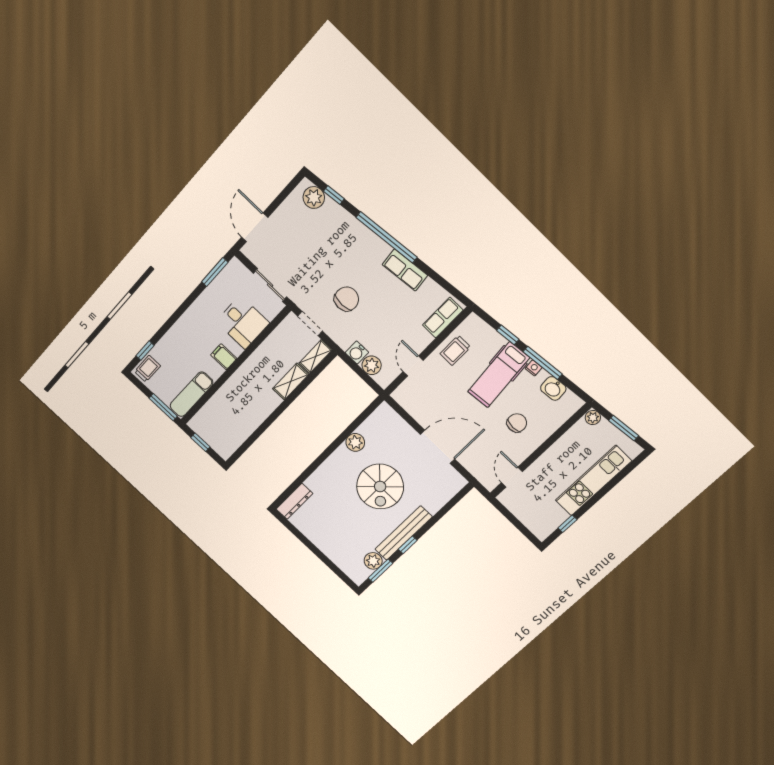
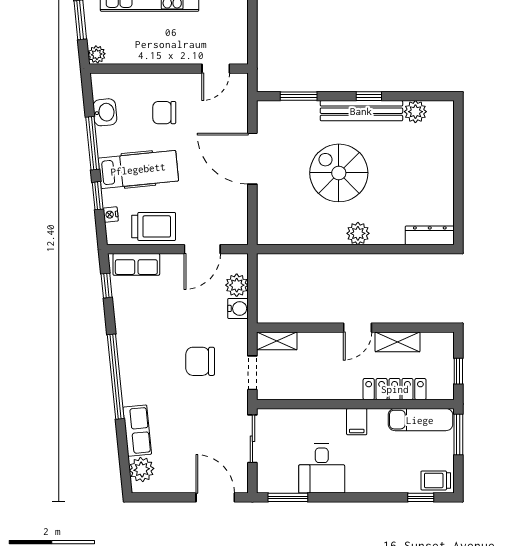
window: (334, 195) -> (107, 286), moved
door: (255, 227) -> (215, 497), swing flipped
row of seats: (405, 270) -> (137, 431), moved
desk: (243, 322) -> (322, 469), moved, turned 180
trolley: (455, 350) -> (154, 226), width x1.36, depth x1.39
door: (413, 366) -> (202, 249), width x1.38
nightstand: (534, 368) -> (111, 214), moved
shelving: (291, 382) -> (398, 342), moved
locker: (223, 397) -> (395, 389), added
door: (279, 410) -> (358, 328), added
plant: (355, 442) -> (358, 233), moved
spiral stairs: (380, 487) -> (339, 173), turned -90
window: (380, 571) -> (299, 96), moved

